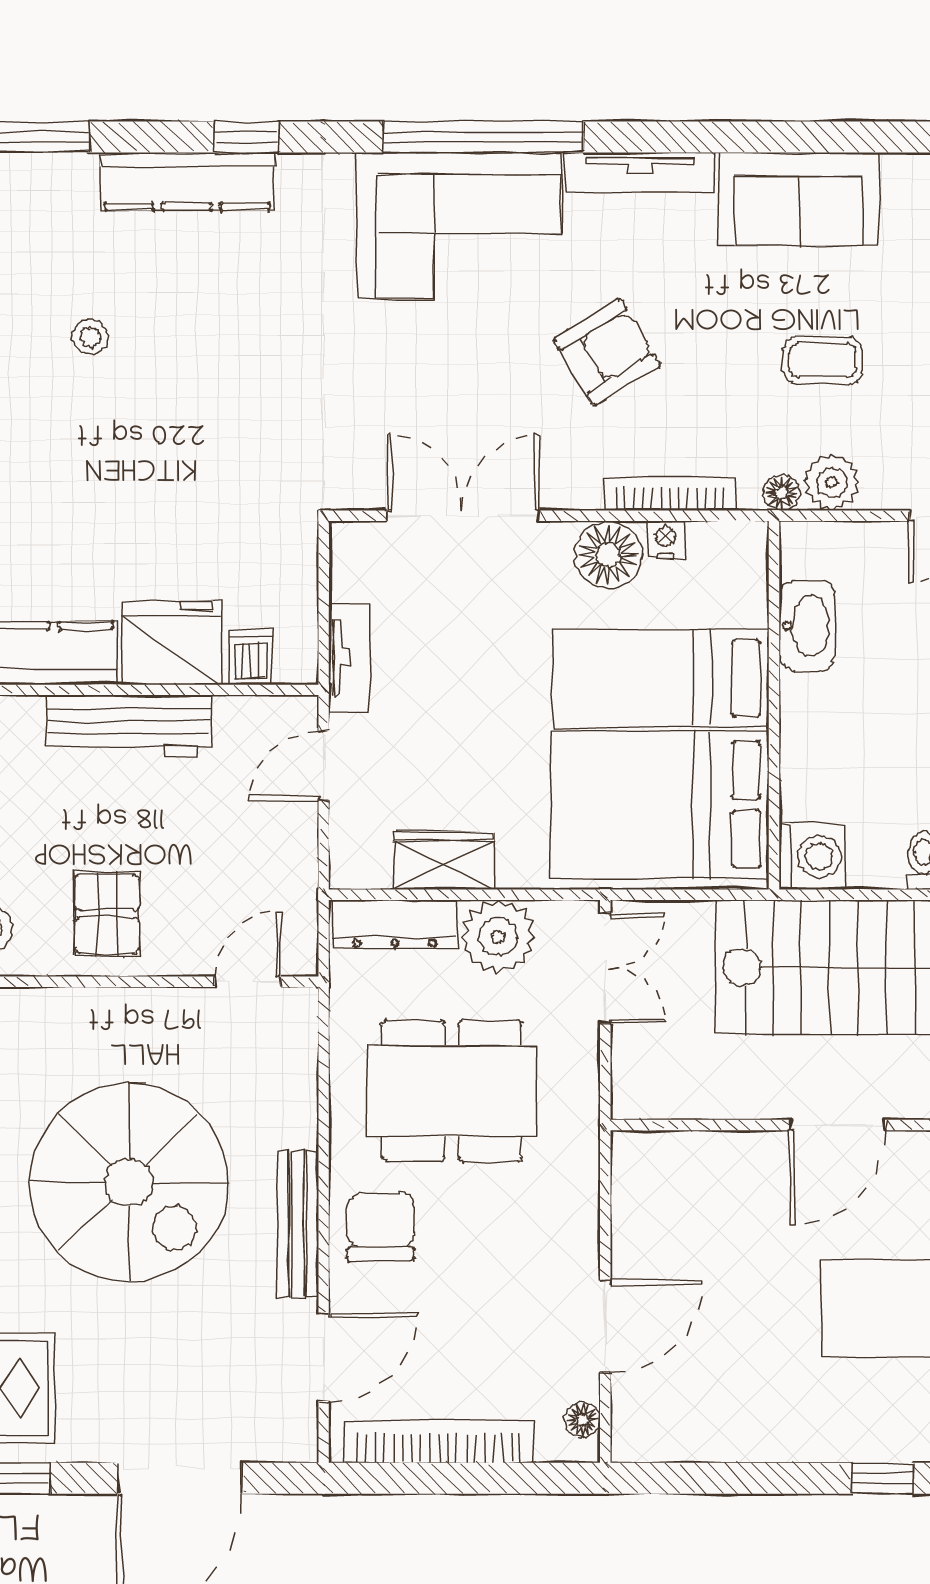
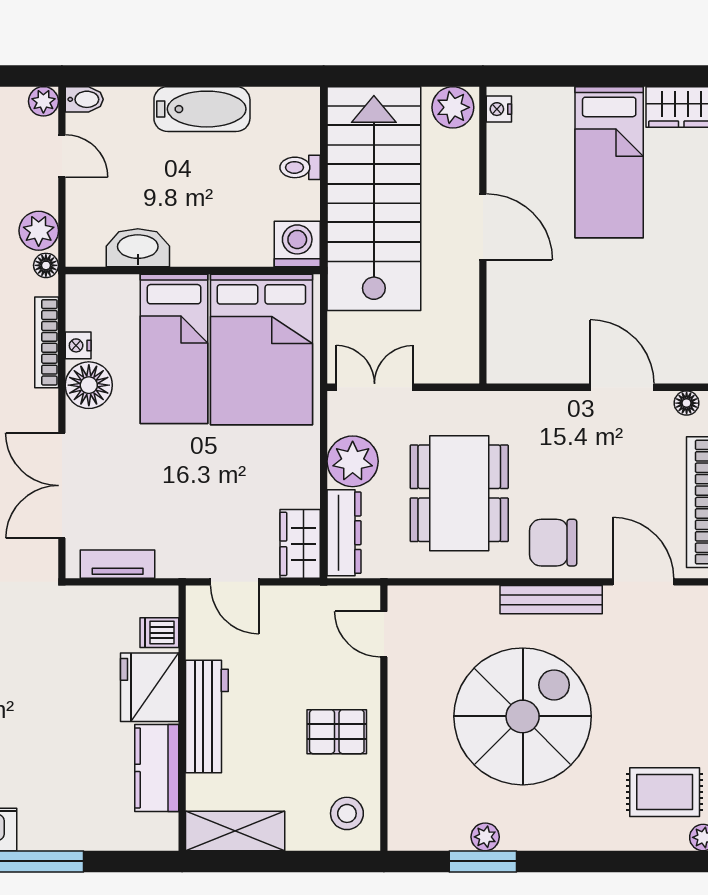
tv unit: (349, 657) -> (118, 564), moved
wardrobe: (444, 861) -> (300, 544), moved

